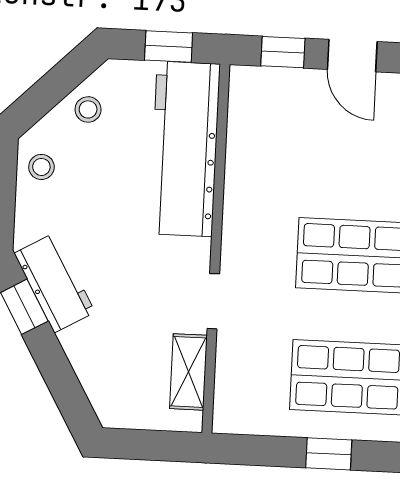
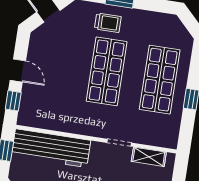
door: (352, 56) -> (18, 71), hinge flipped

